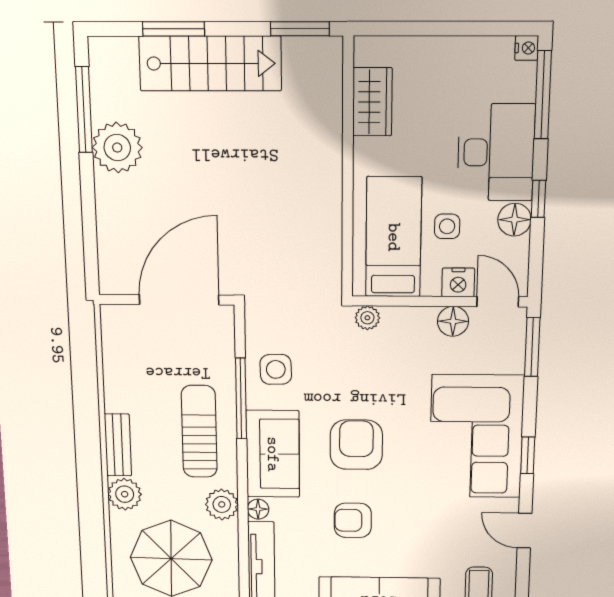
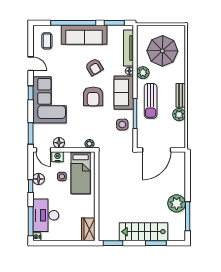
wardrobe: (372, 102) -> (88, 229), moved
desk: (496, 152) -> (46, 215), moved
plant: (125, 494) -> (179, 115), moved
armchair: (353, 520) -> (94, 67), turned 59

